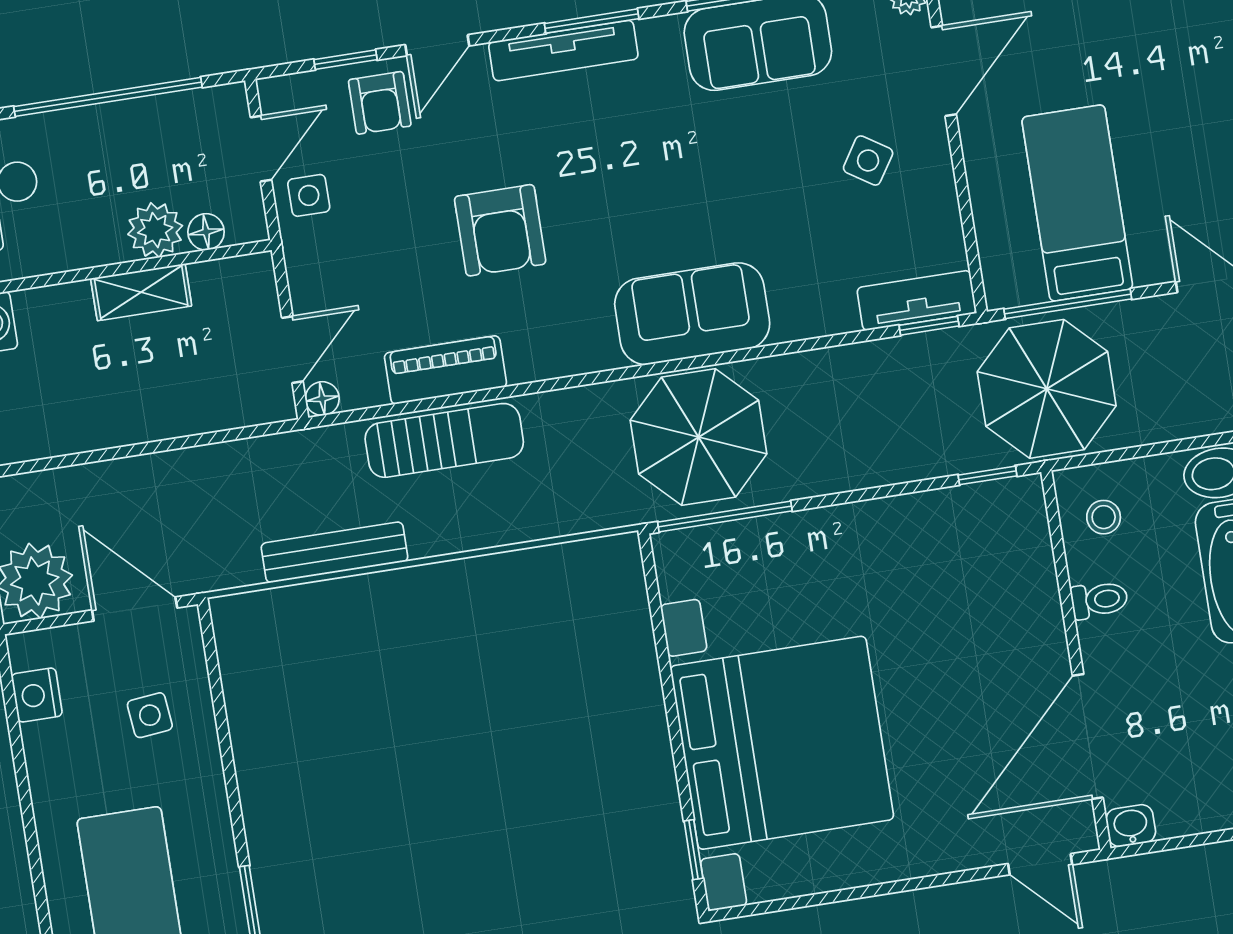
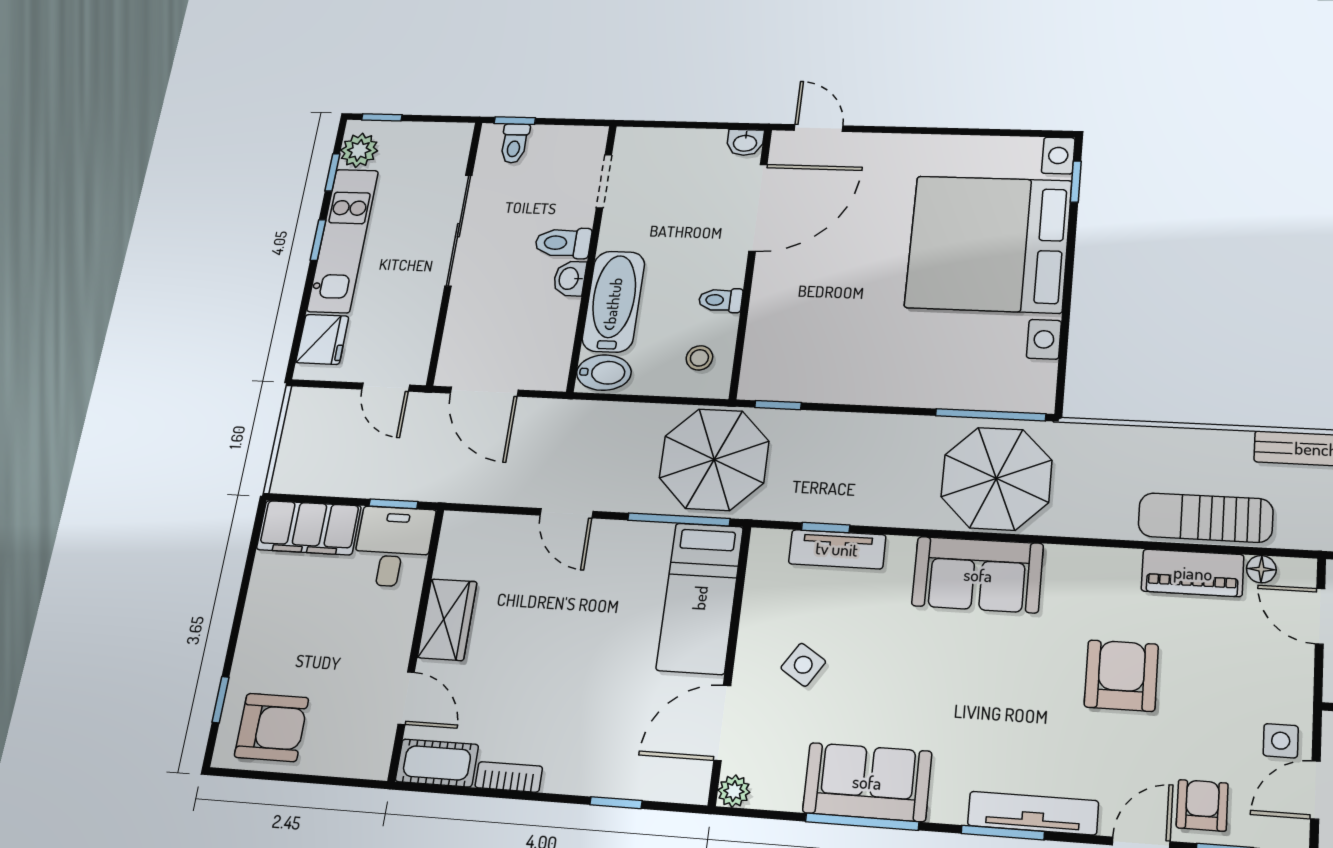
bed: (1077, 203) -> (700, 598), moved
tv unit: (917, 300) -> (837, 549), moved
window: (929, 326) -> (826, 528), moved
door: (292, 350) -> (1320, 616), hinge flipped
floor lamp: (322, 399) -> (1261, 569), moved

